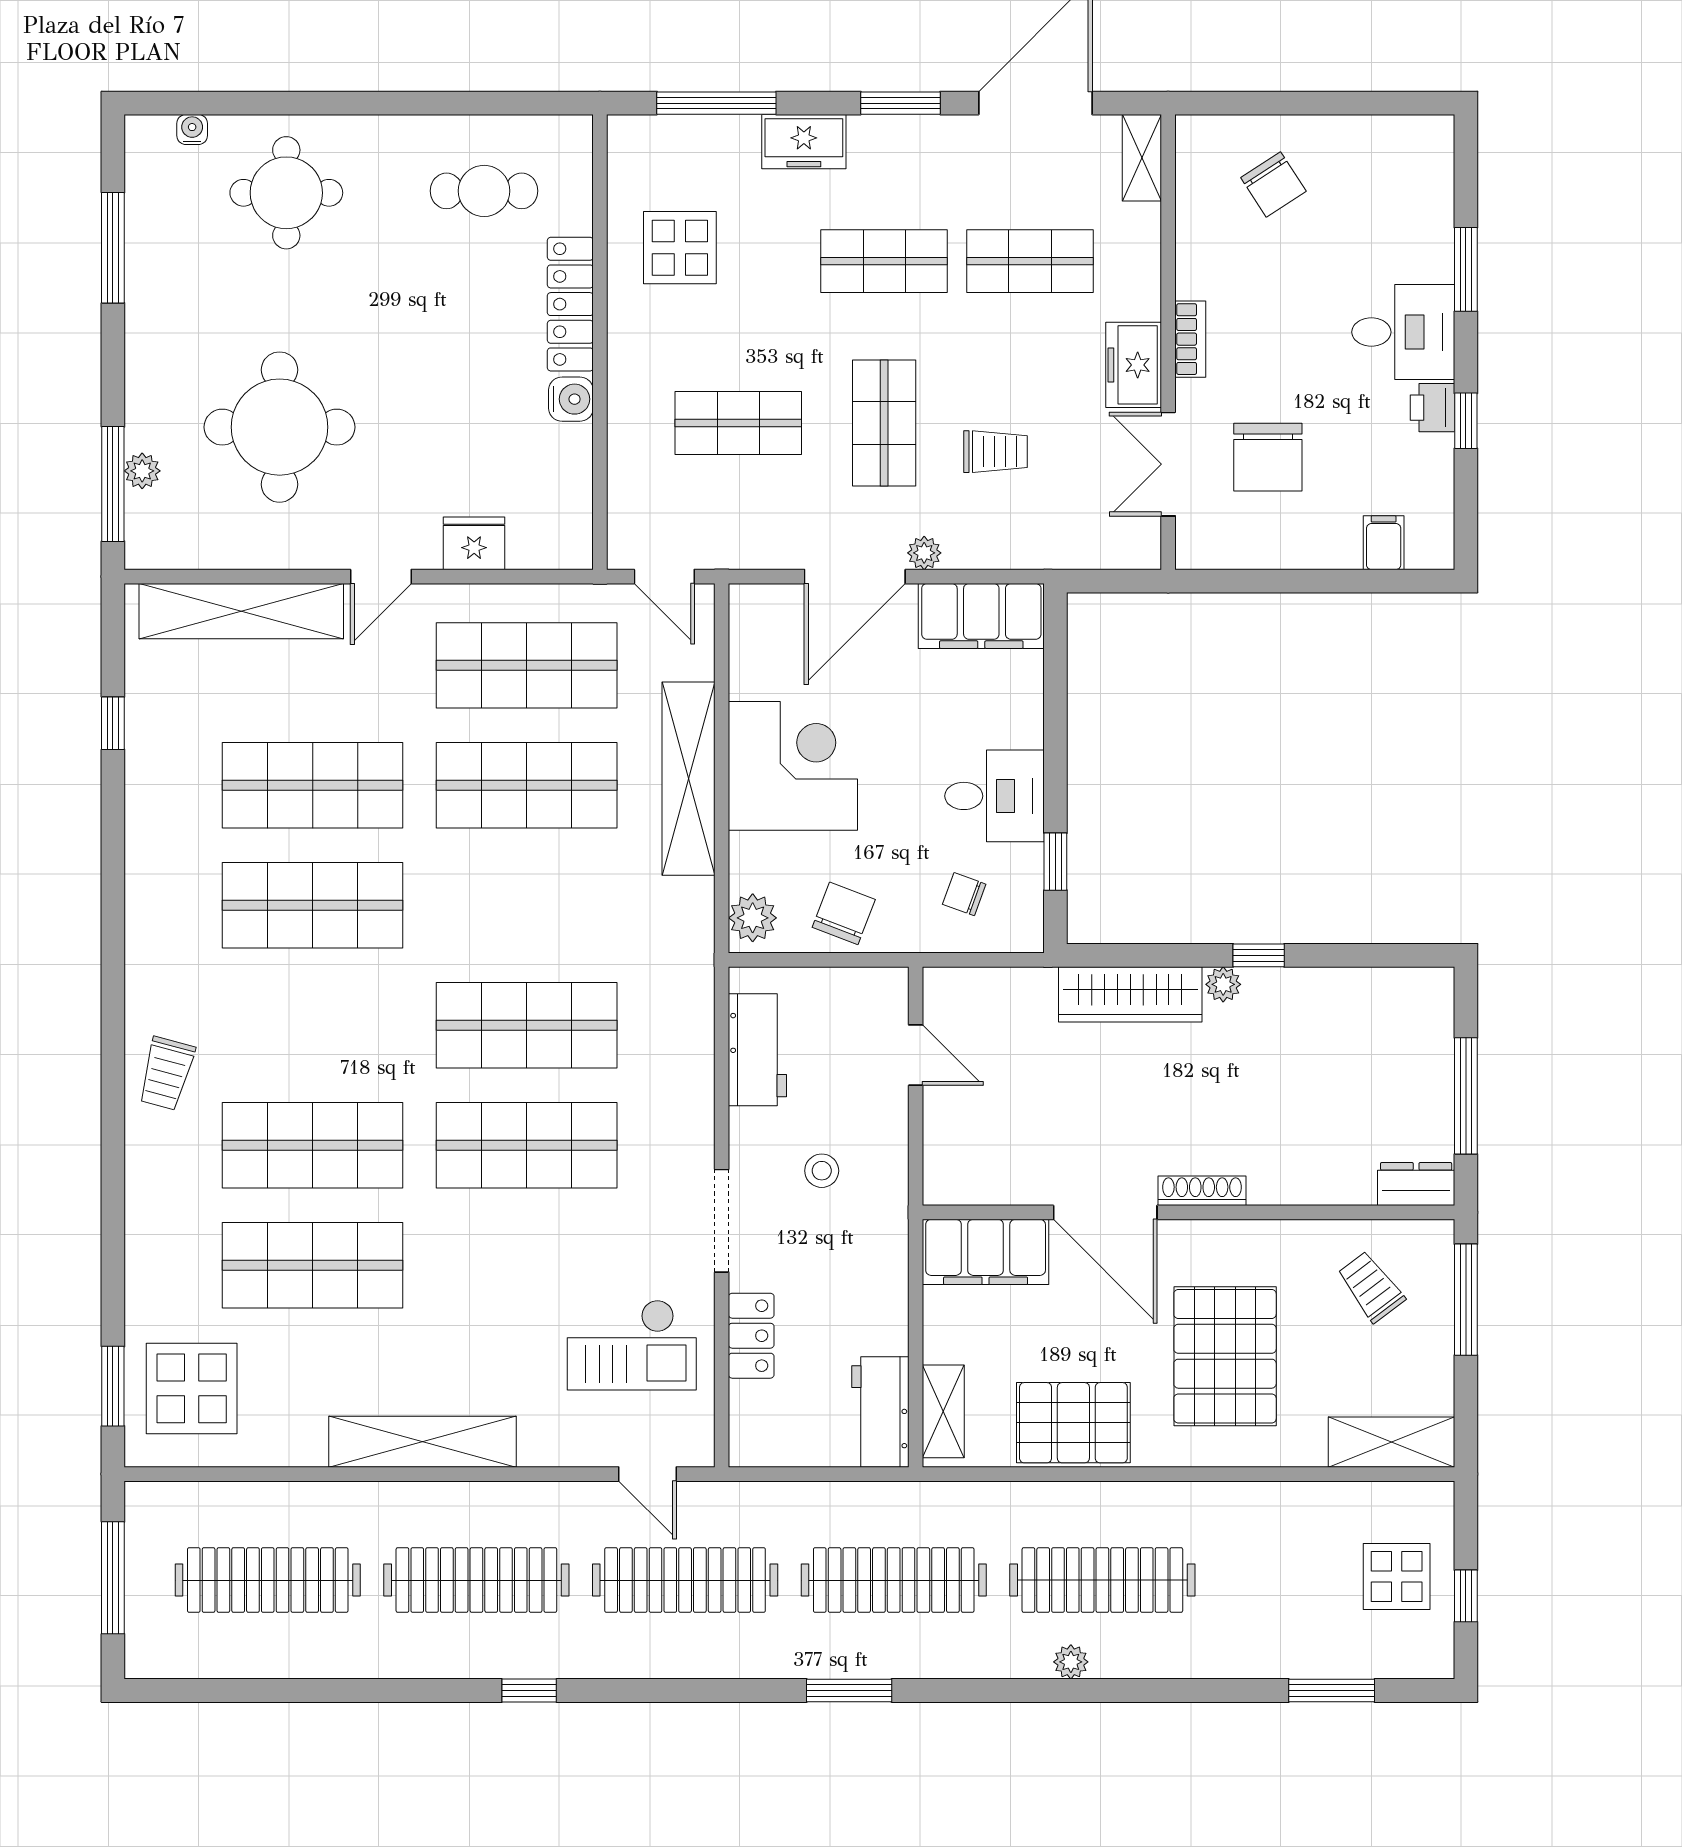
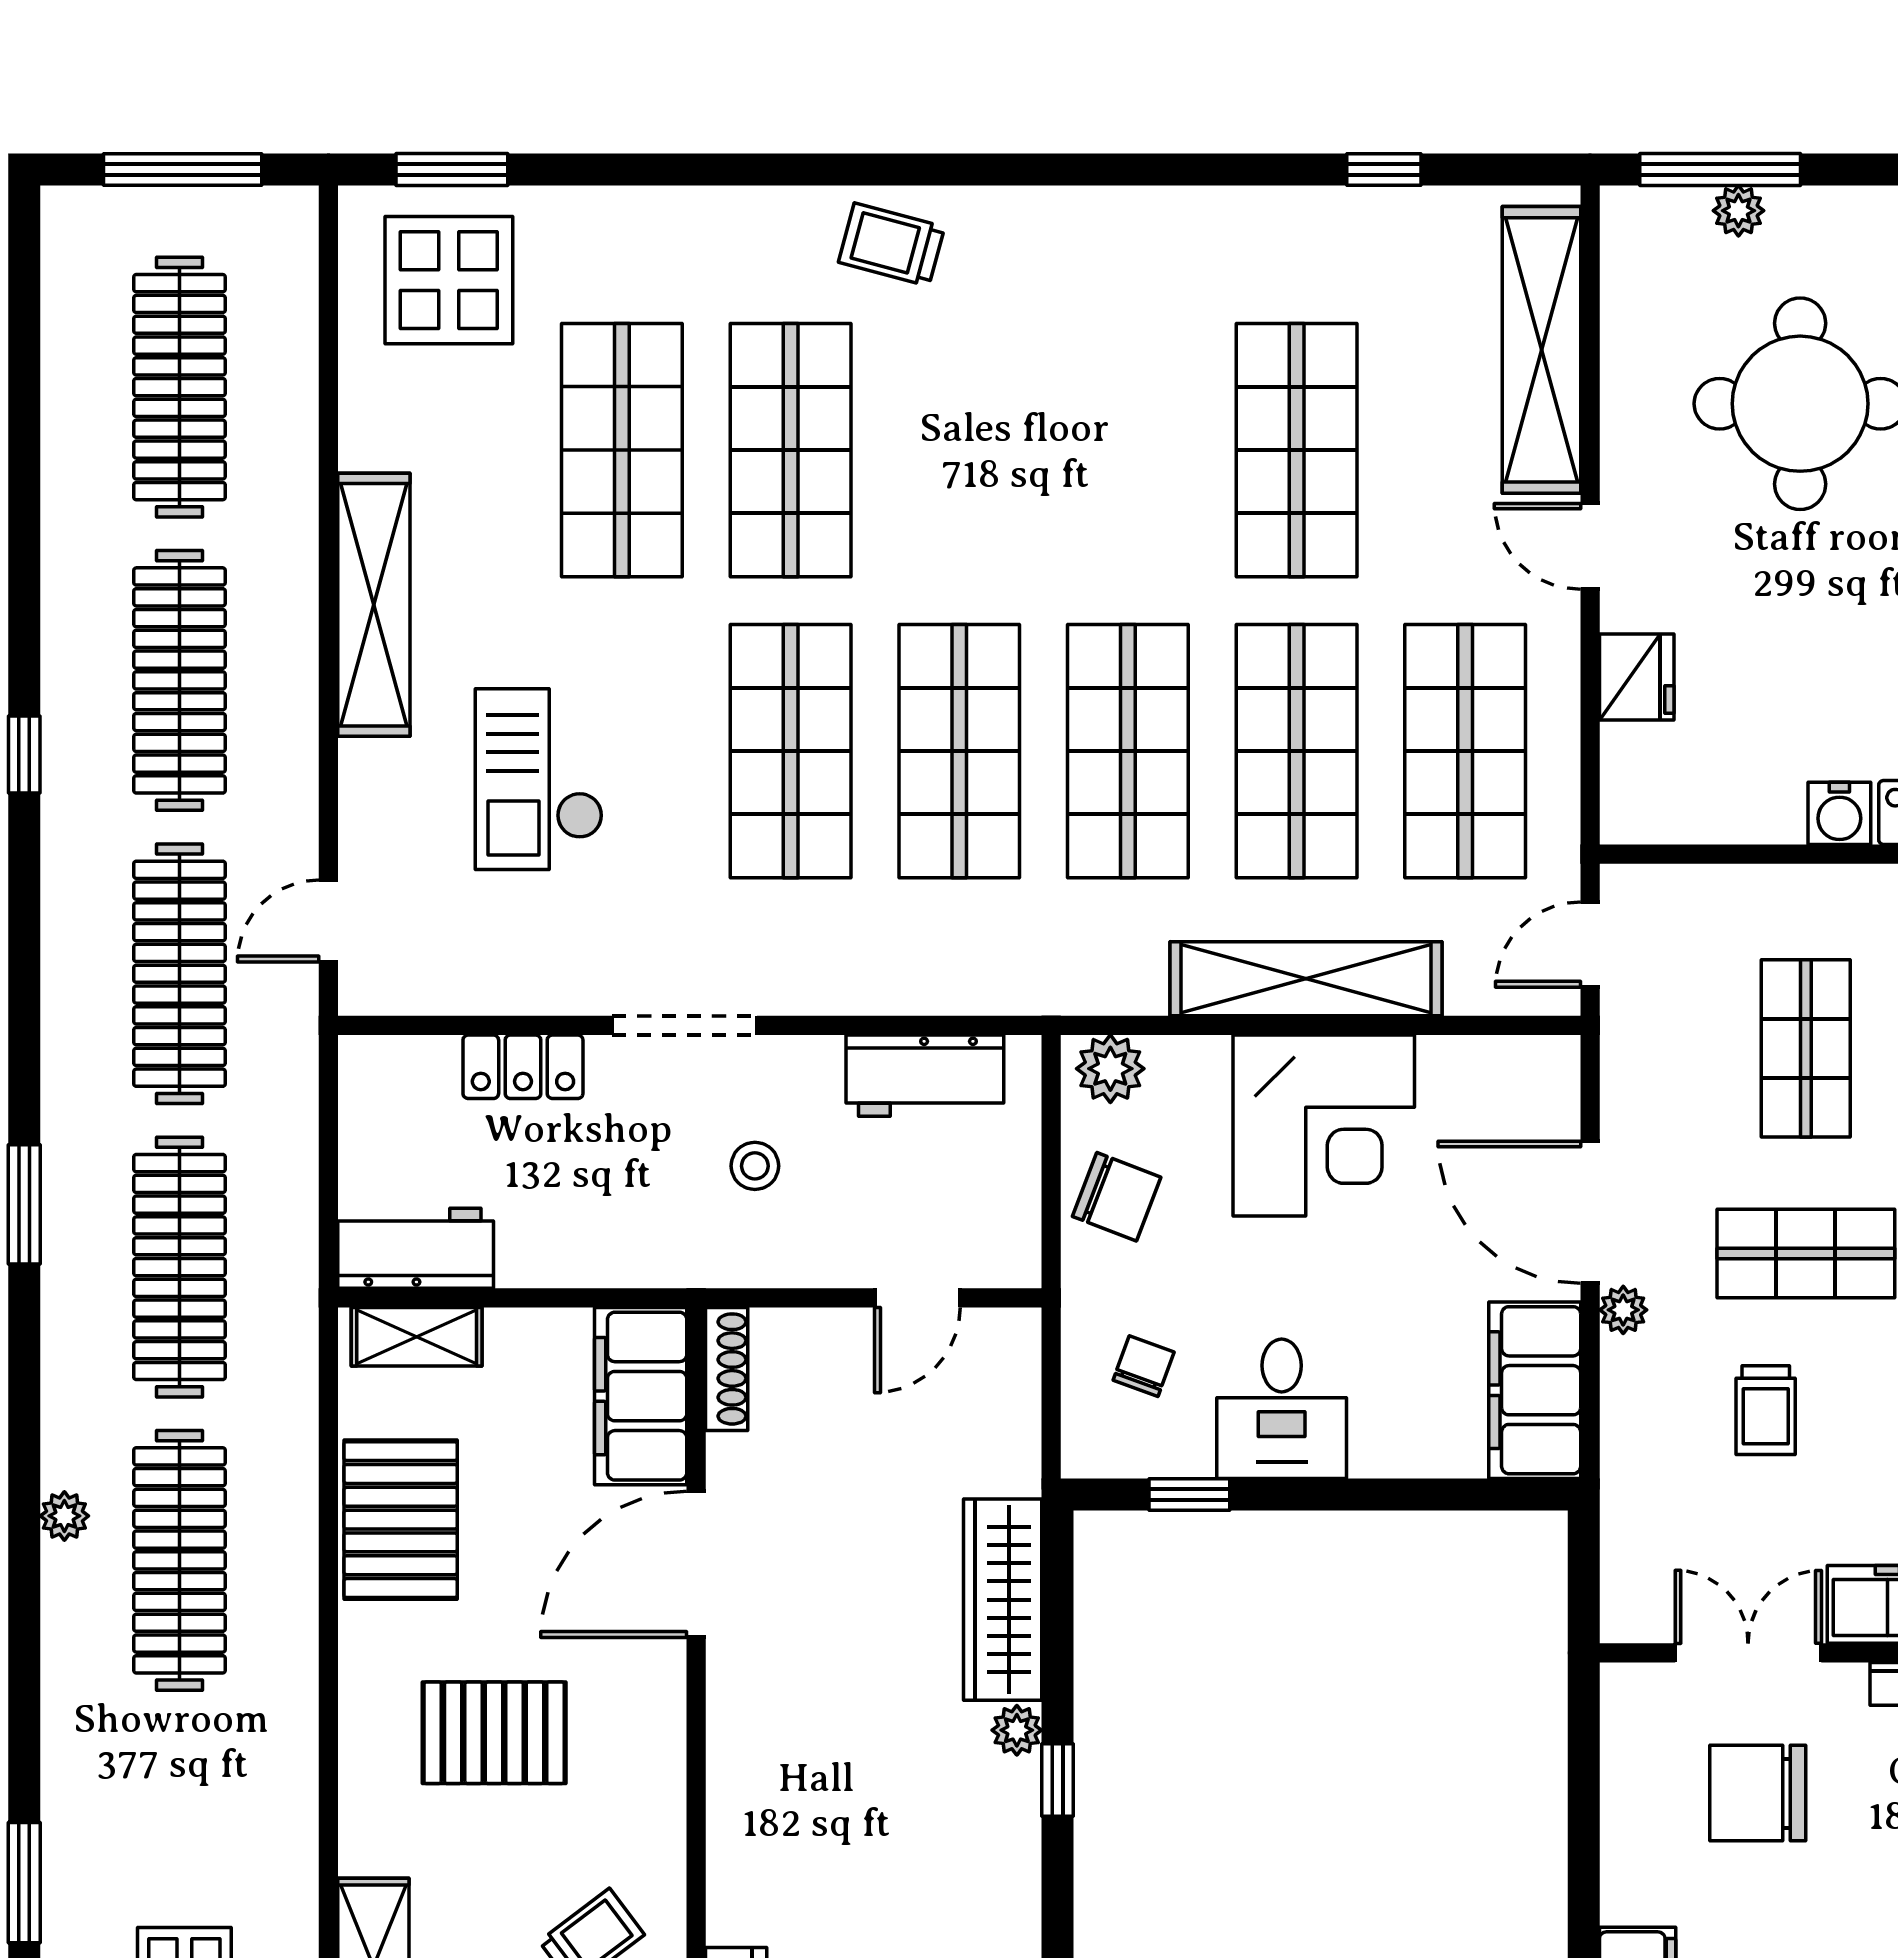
shop shelf: (313, 905) -> (1128, 751), moved
shoe rack: (1202, 1191) -> (727, 1369), moved
checkout: (632, 1345) -> (539, 779), moved
pallet: (1225, 1356) -> (494, 1733), width x0.73, depth x0.71

